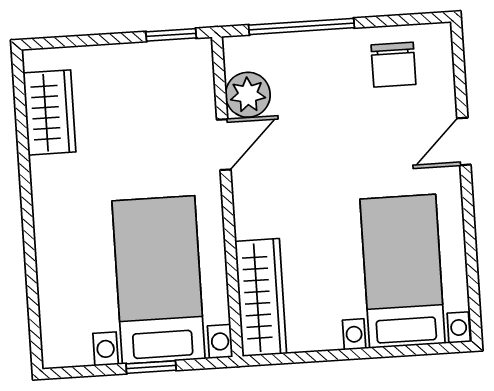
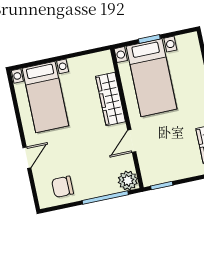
chair: (393, 65) -> (63, 187), turned -90
plant: (248, 95) -> (128, 180), moved
wardrobe: (261, 297) -> (111, 99), moved

